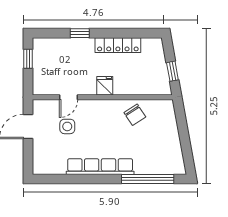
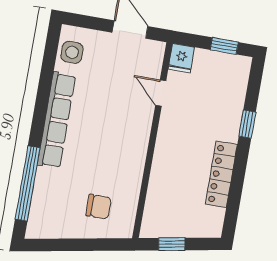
fridge: (105, 86) -> (181, 58), moved, turned 90
chair: (135, 115) -> (99, 207), moved, turned -147
side table: (67, 126) -> (72, 52), moved

